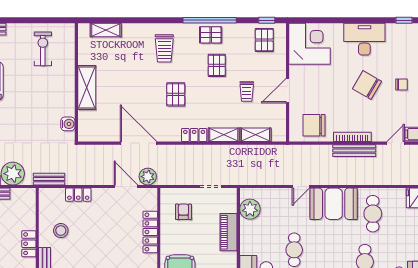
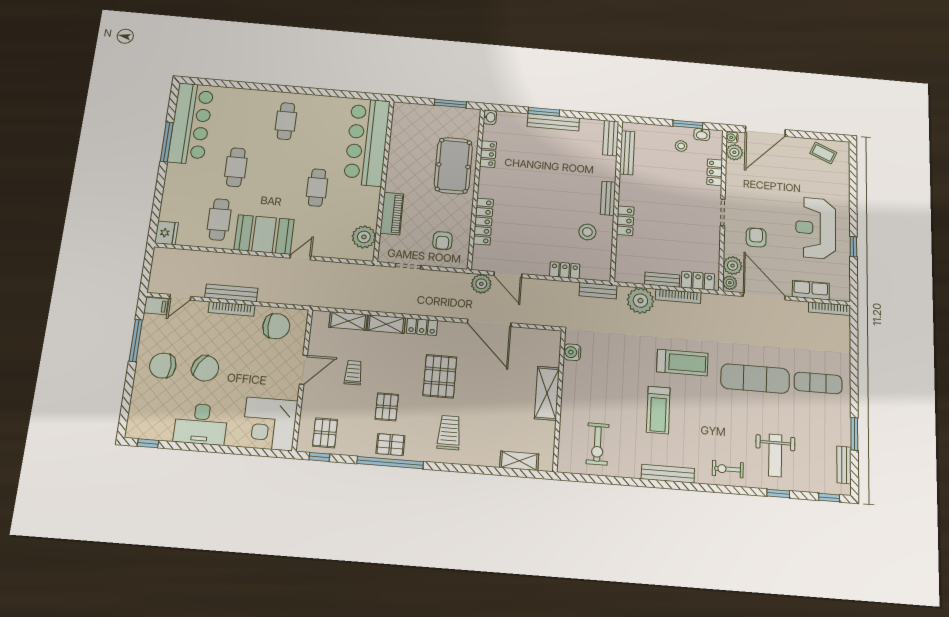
chair: (402, 84) -> (163, 366), width x1.87, depth x1.87
pallet: (176, 94) -> (440, 376), width x1.50, depth x1.42

